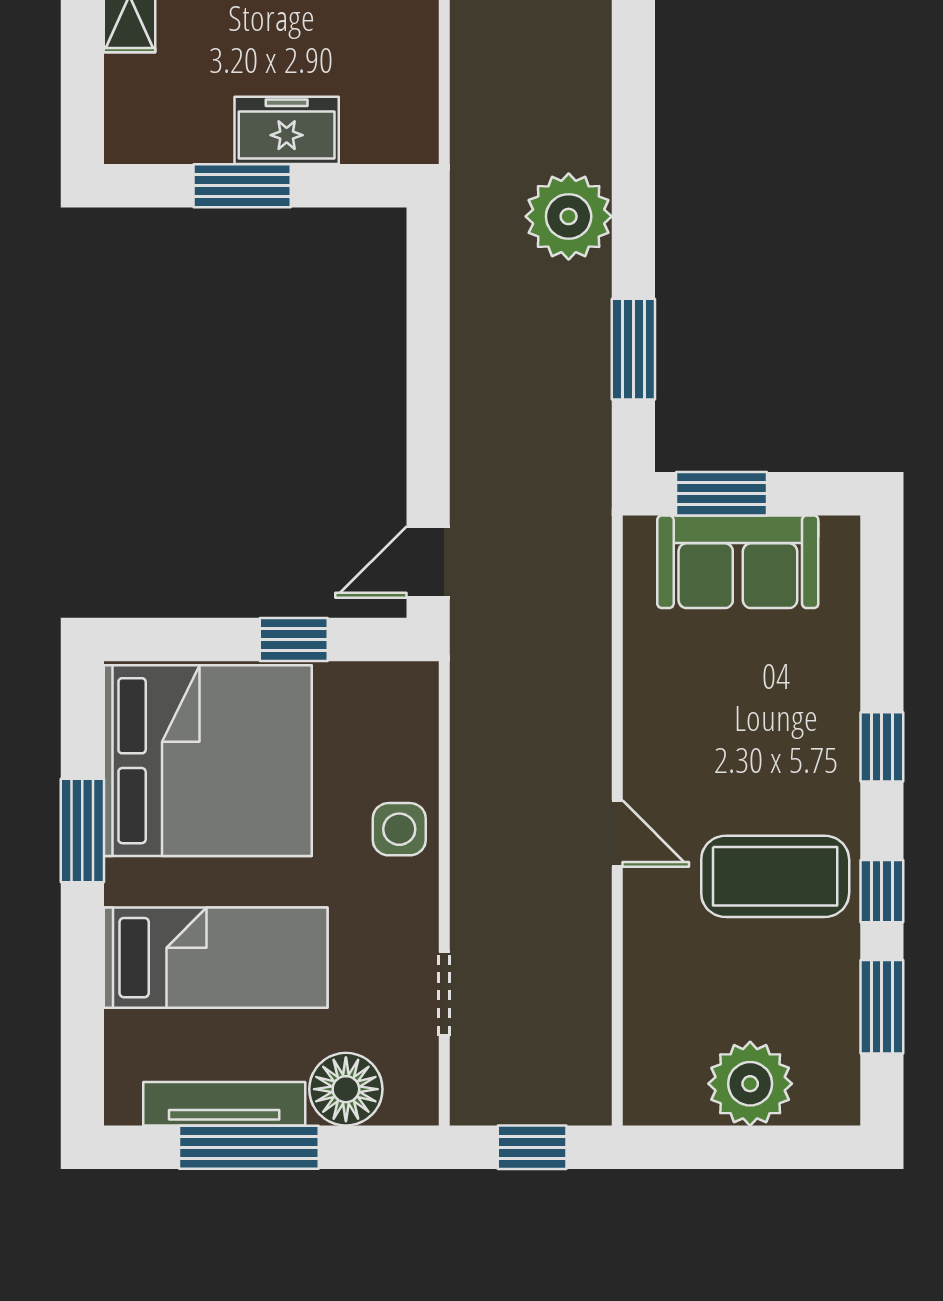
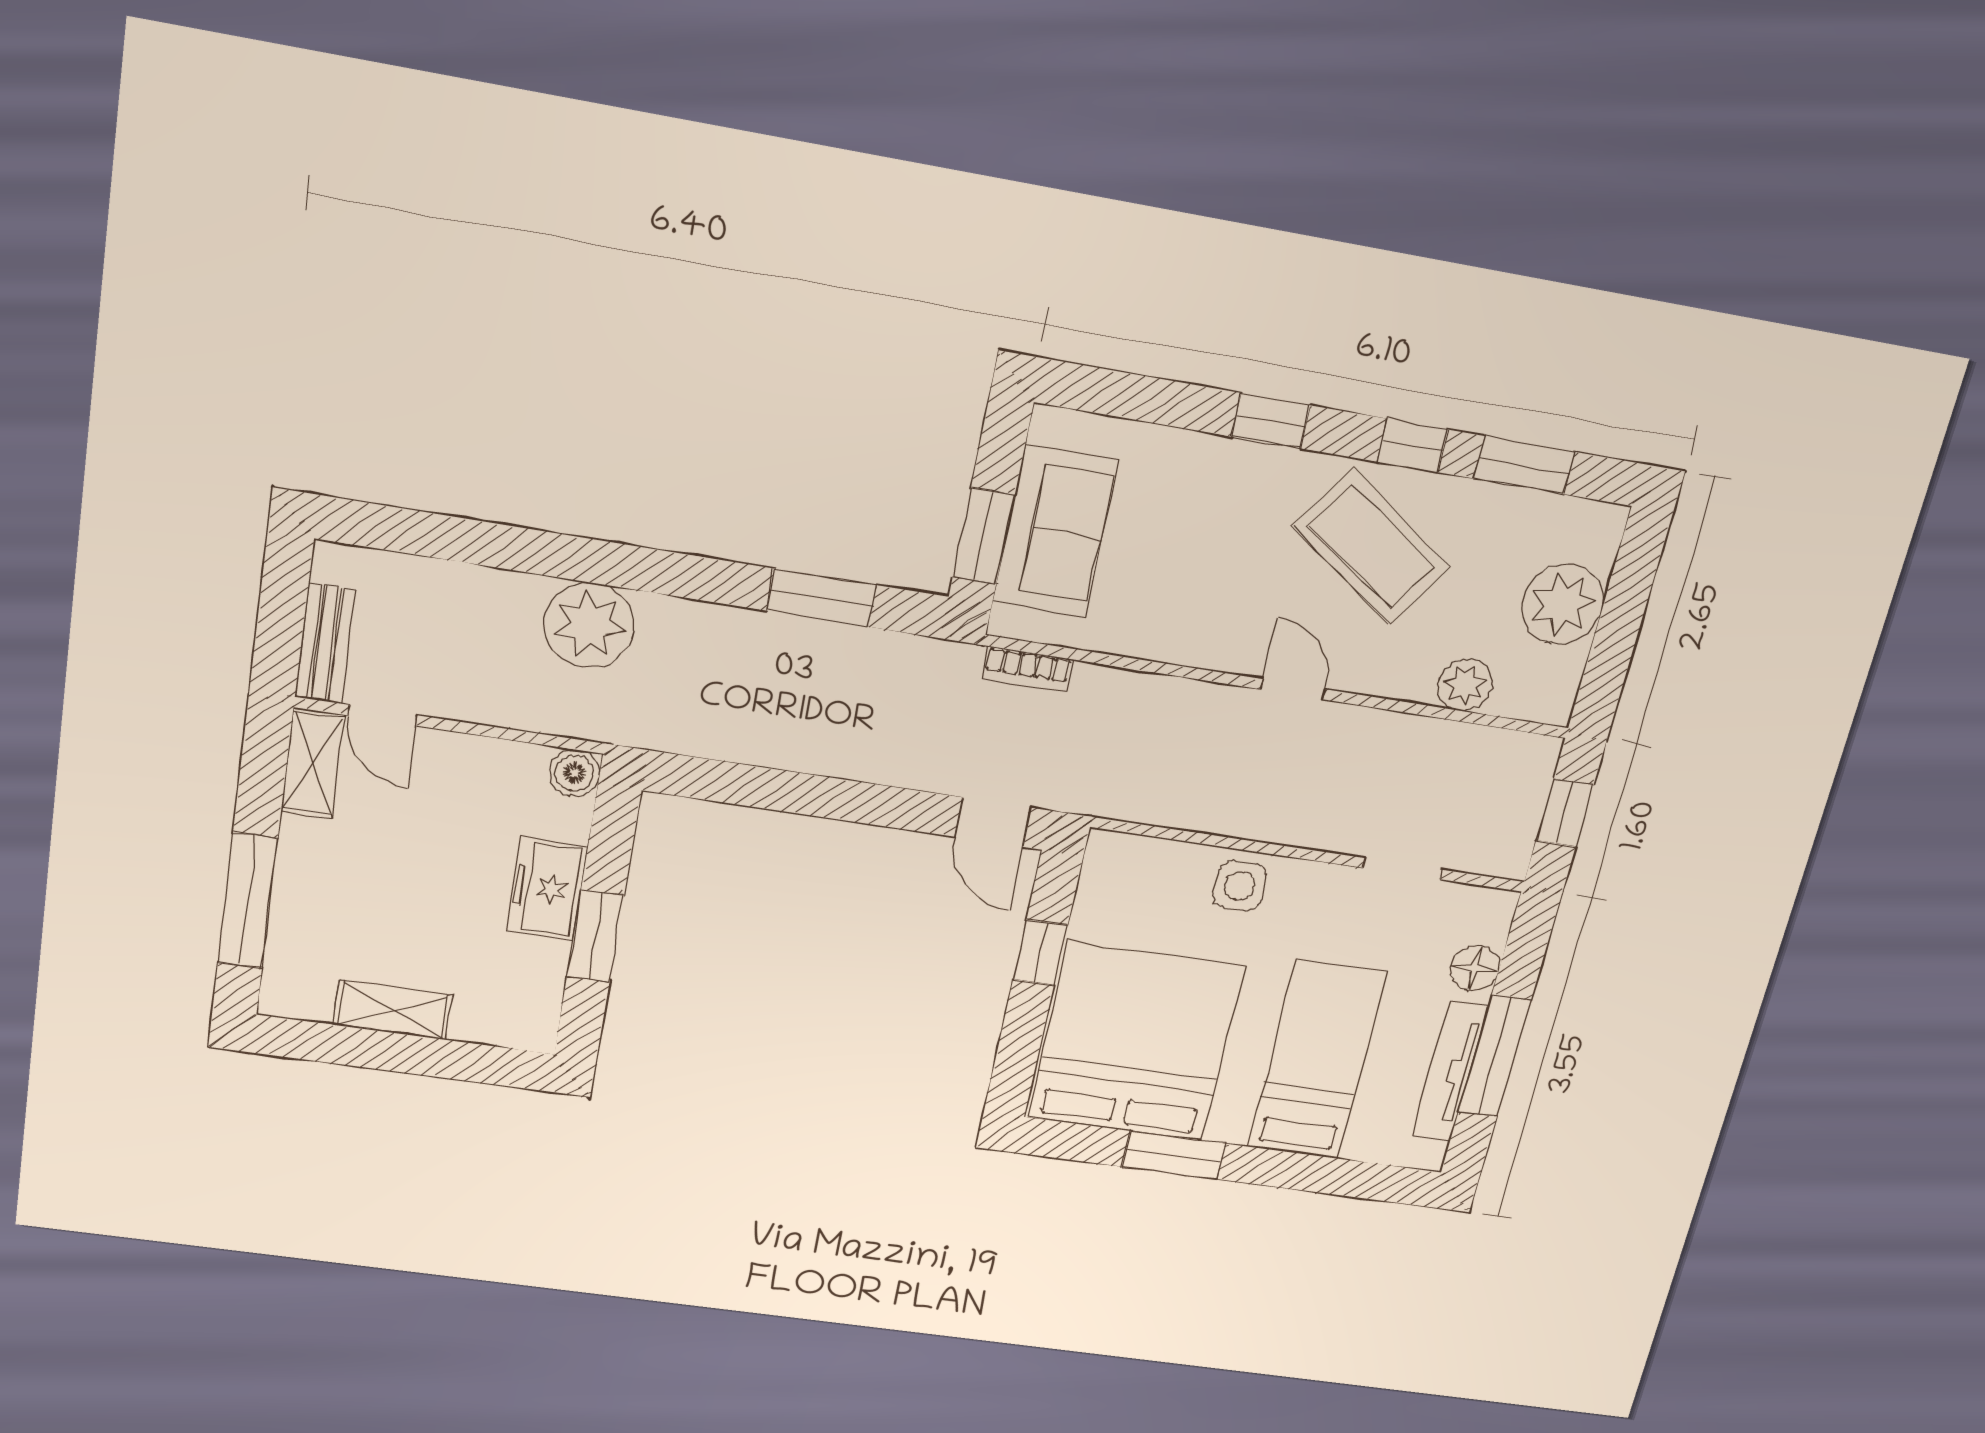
boiler: (414, 139) -> (574, 773), added
plant: (569, 216) -> (589, 625), moved
bookcase: (594, 564) -> (1028, 669), added
door: (617, 834) -> (1293, 689), hinge flipped
coffee table: (775, 876) -> (1372, 547), turned -56
plant: (650, 1007) -> (1465, 685), added
floor lamp: (346, 1089) -> (1475, 968), width x0.73, depth x0.73

